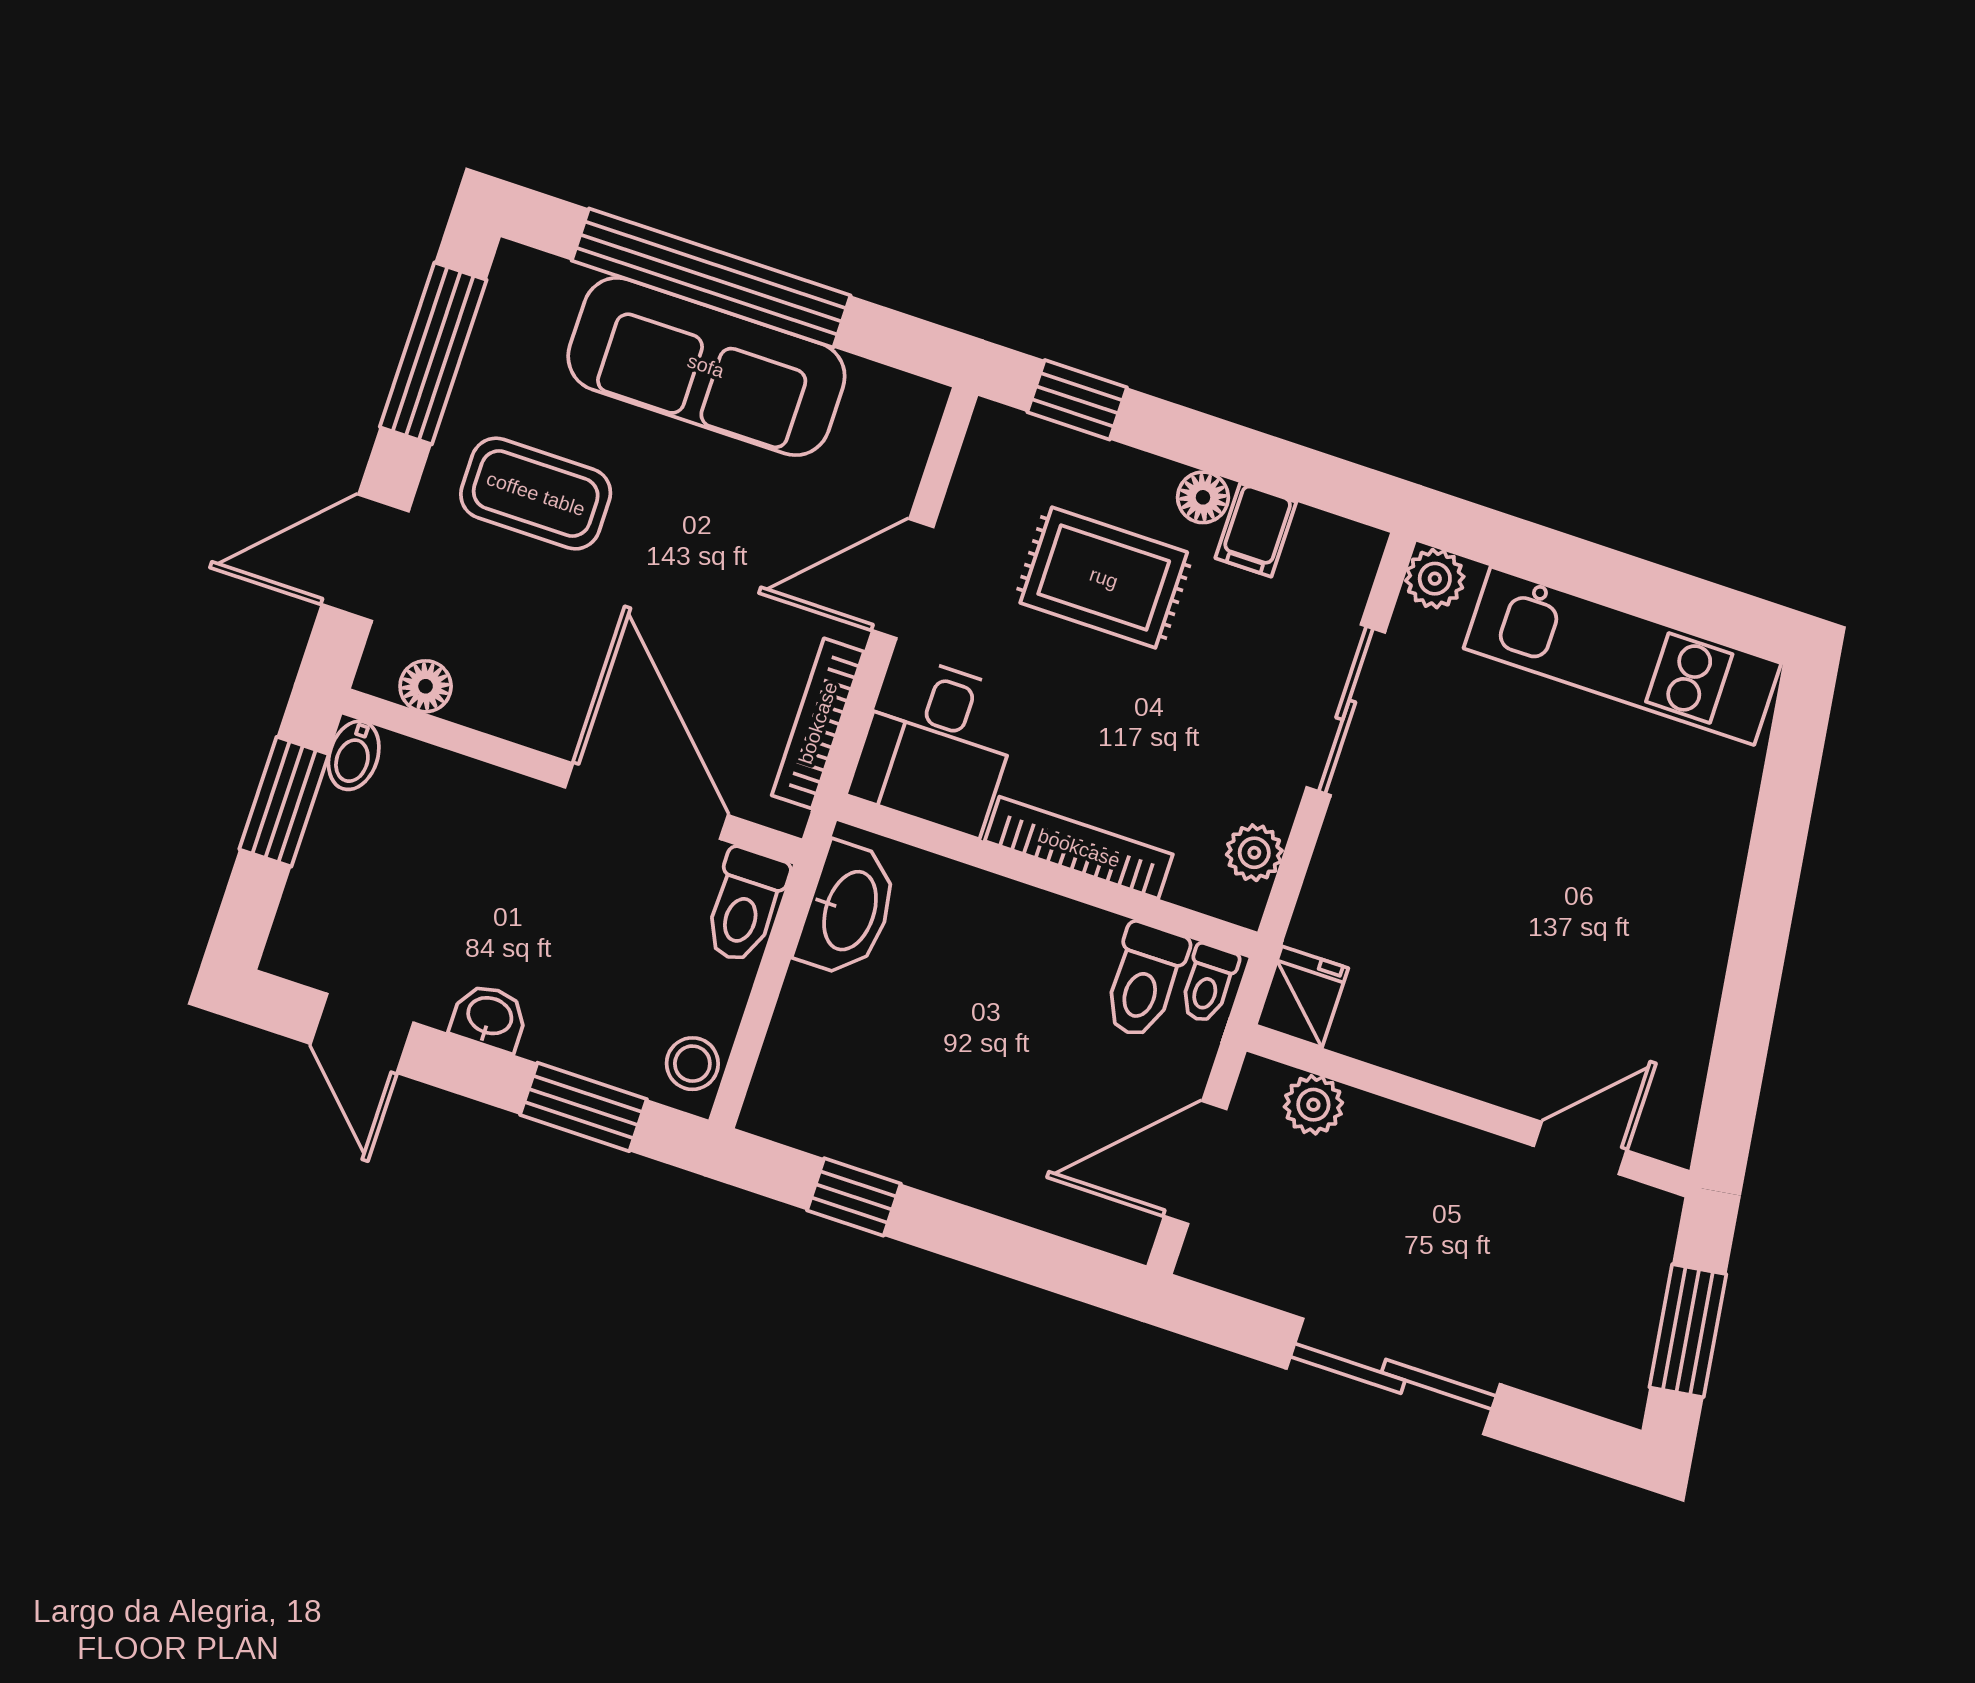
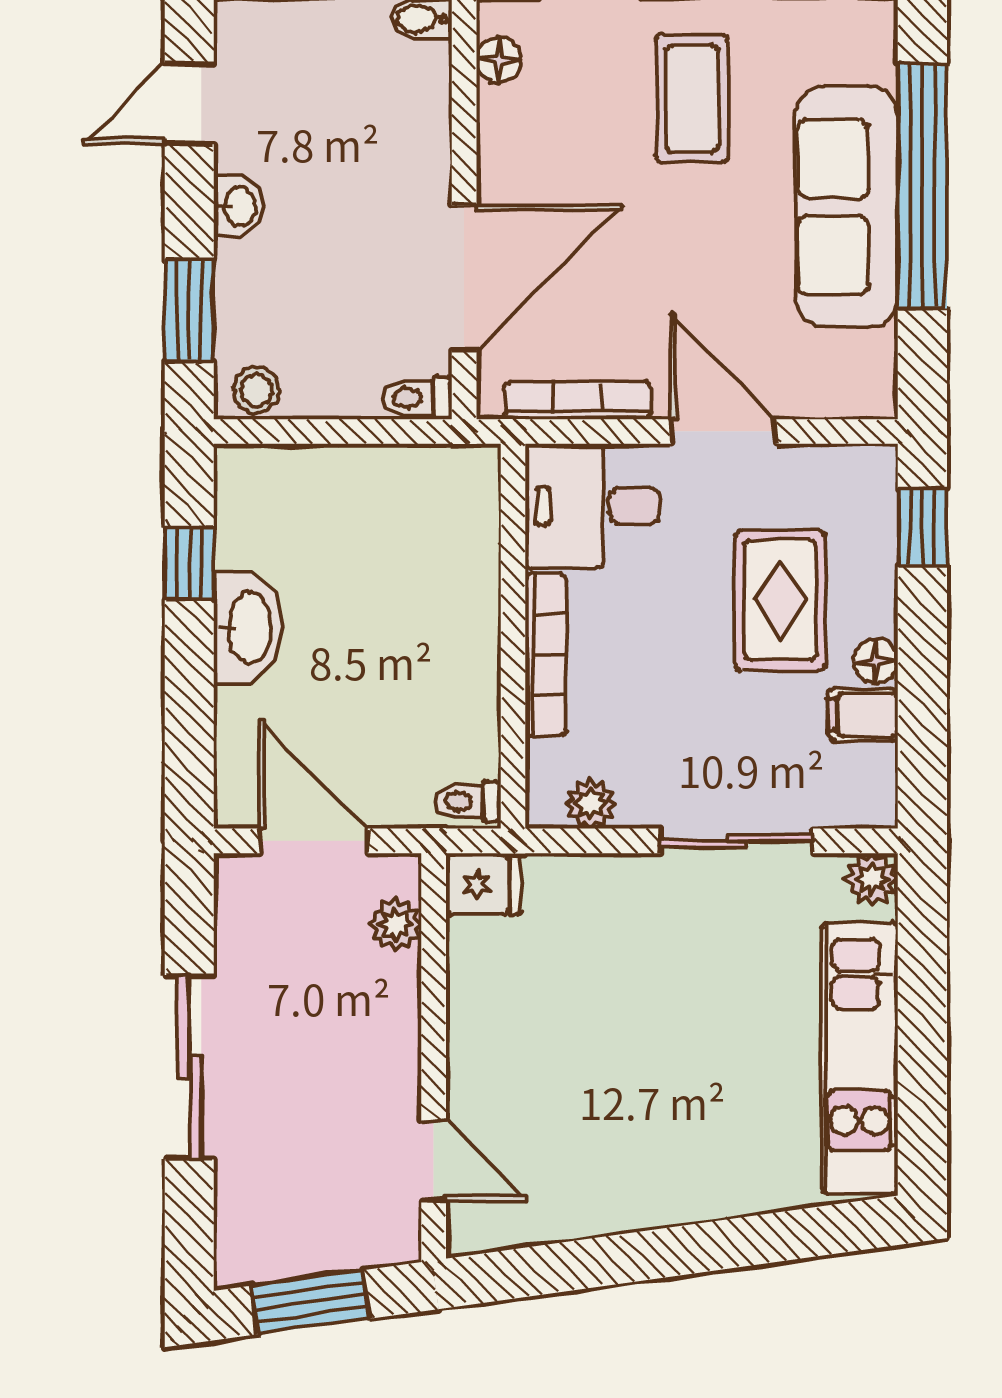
toilet: (745, 906) -> (417, 398), width x0.73, depth x0.72
washbasin: (848, 910) -> (248, 628), moved, turned -90
toilet: (1145, 981) -> (453, 747), removed

